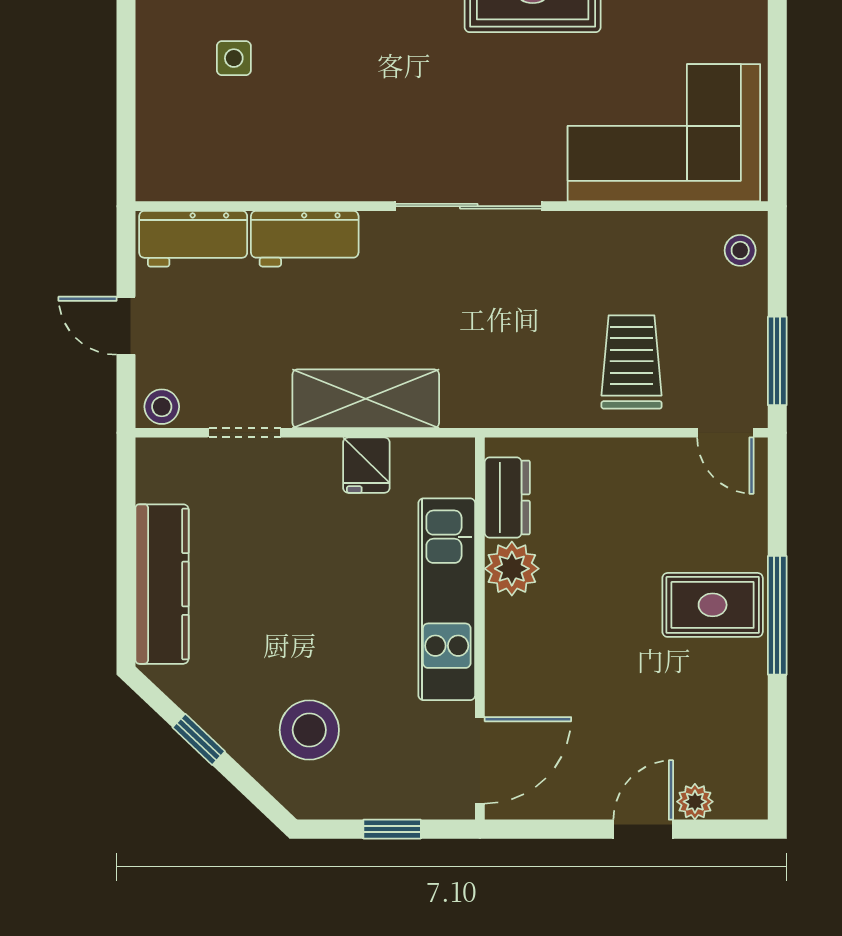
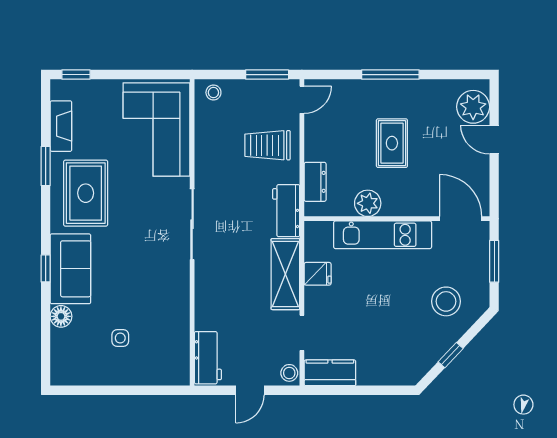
workbench: (305, 239) -> (286, 211), moved, turned 180
dresser: (507, 498) -> (315, 182), moved, turned 90
kitchen counter: (162, 584) -> (330, 373), moved, width x0.67
rug: (713, 605) -> (392, 143), moved
plant: (695, 802) -> (473, 107), width x1.88, depth x1.88
window: (392, 829) -> (494, 261), width x1.50

